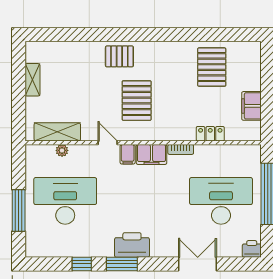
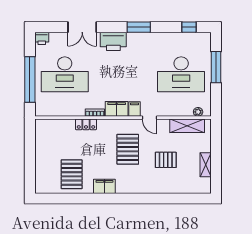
pallet: (119, 56) -> (166, 160), moved
filing cabinet: (251, 106) -> (104, 186), moved, turned -90
locker: (210, 134) -> (86, 124), moved
plant: (62, 150) -> (198, 112), moved
printer: (132, 245) -> (113, 41), moved
window: (82, 264) -> (189, 27), moved

